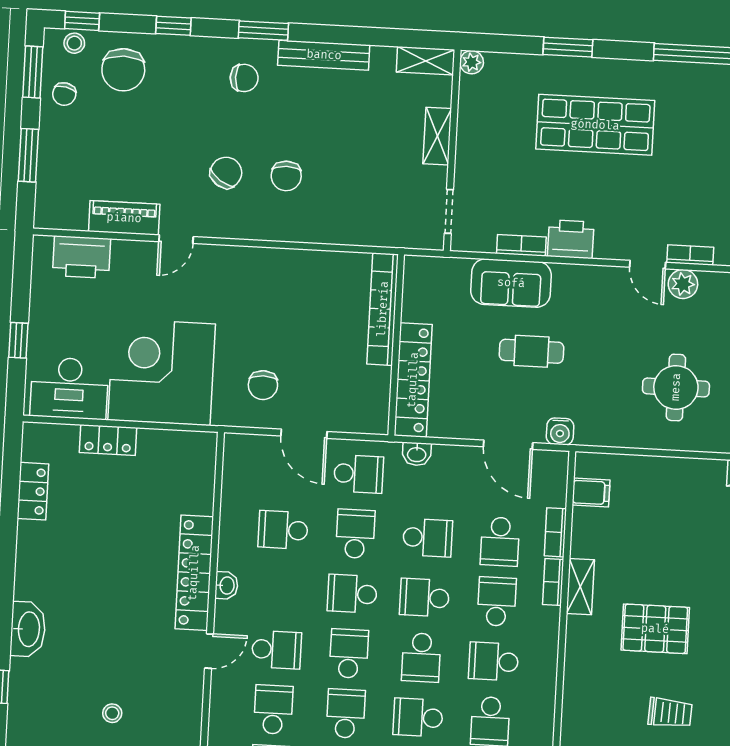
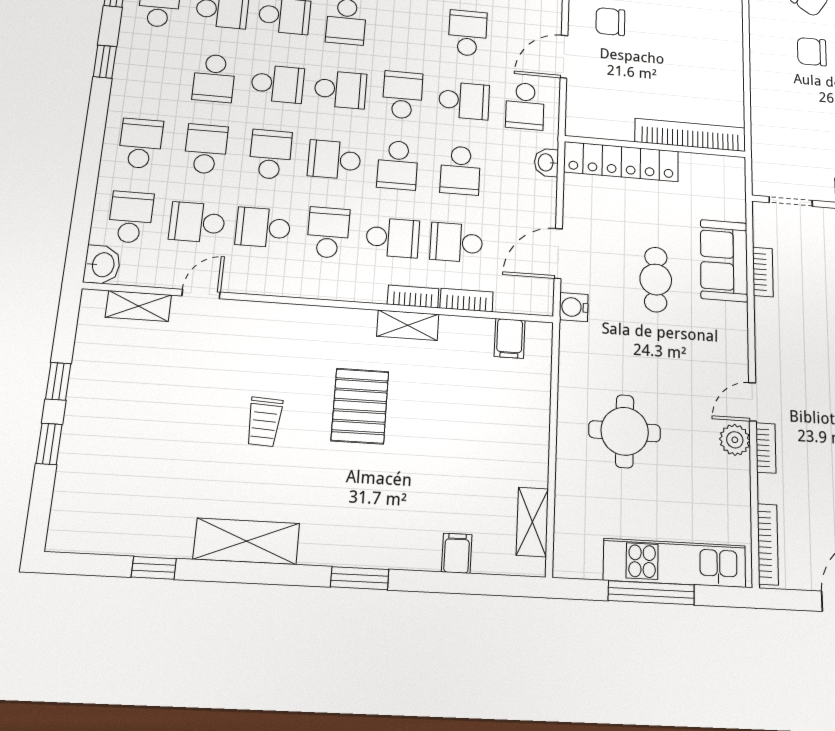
printer: (571, 239) -> (773, 322), removed
school desk: (424, 598) -> (398, 165), turned 180

